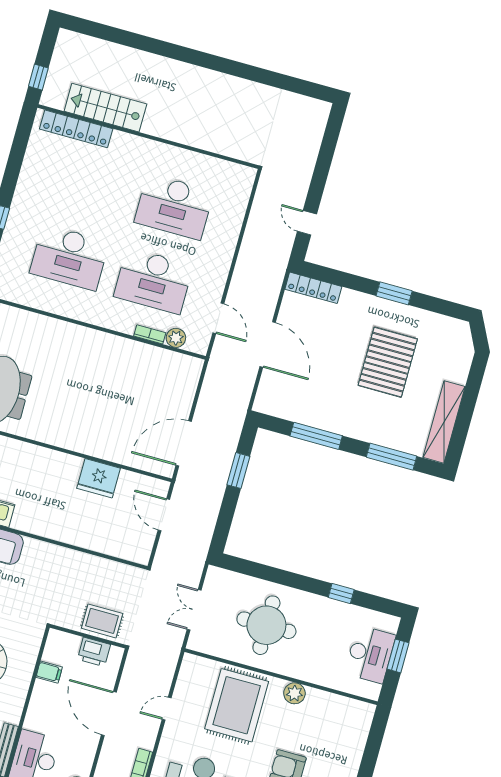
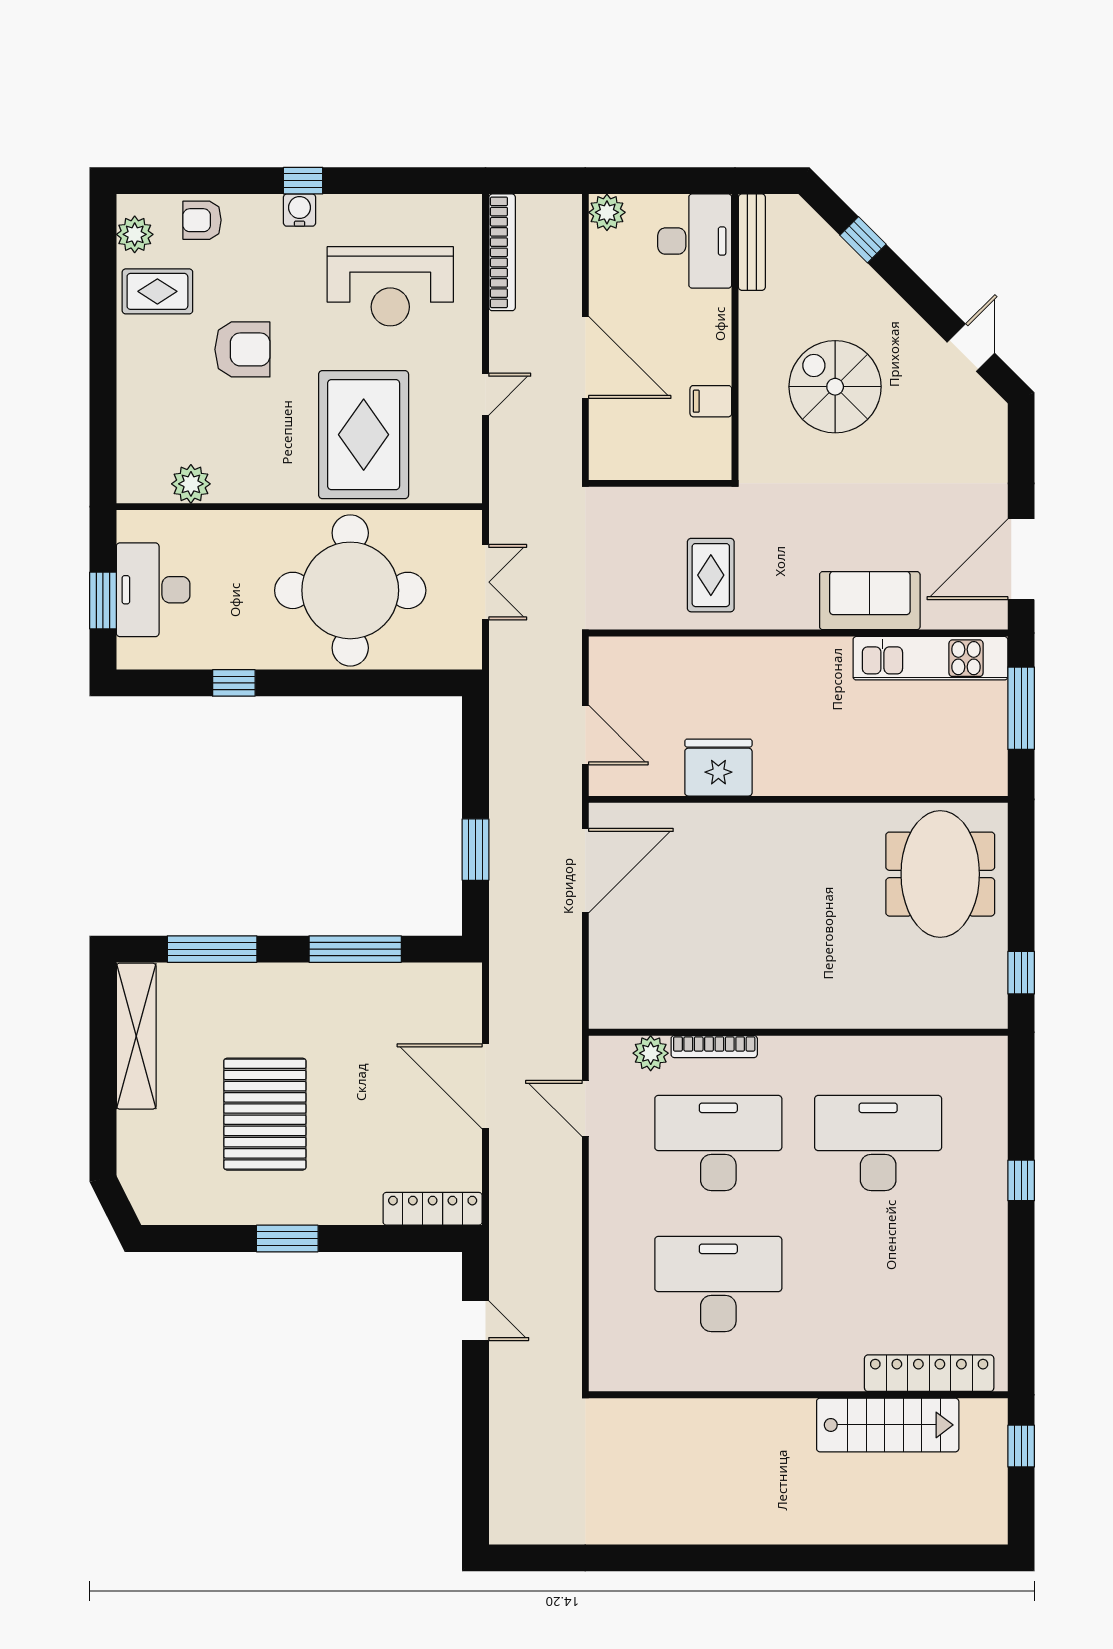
bookcase: (150, 334) -> (714, 1047), width x1.56
rug: (102, 621) -> (711, 575), moved, turned 90
round table: (266, 625) -> (350, 590), width x1.36, depth x1.36
printer: (94, 652) -> (642, 459), removed
plant: (294, 693) -> (191, 484), moved

